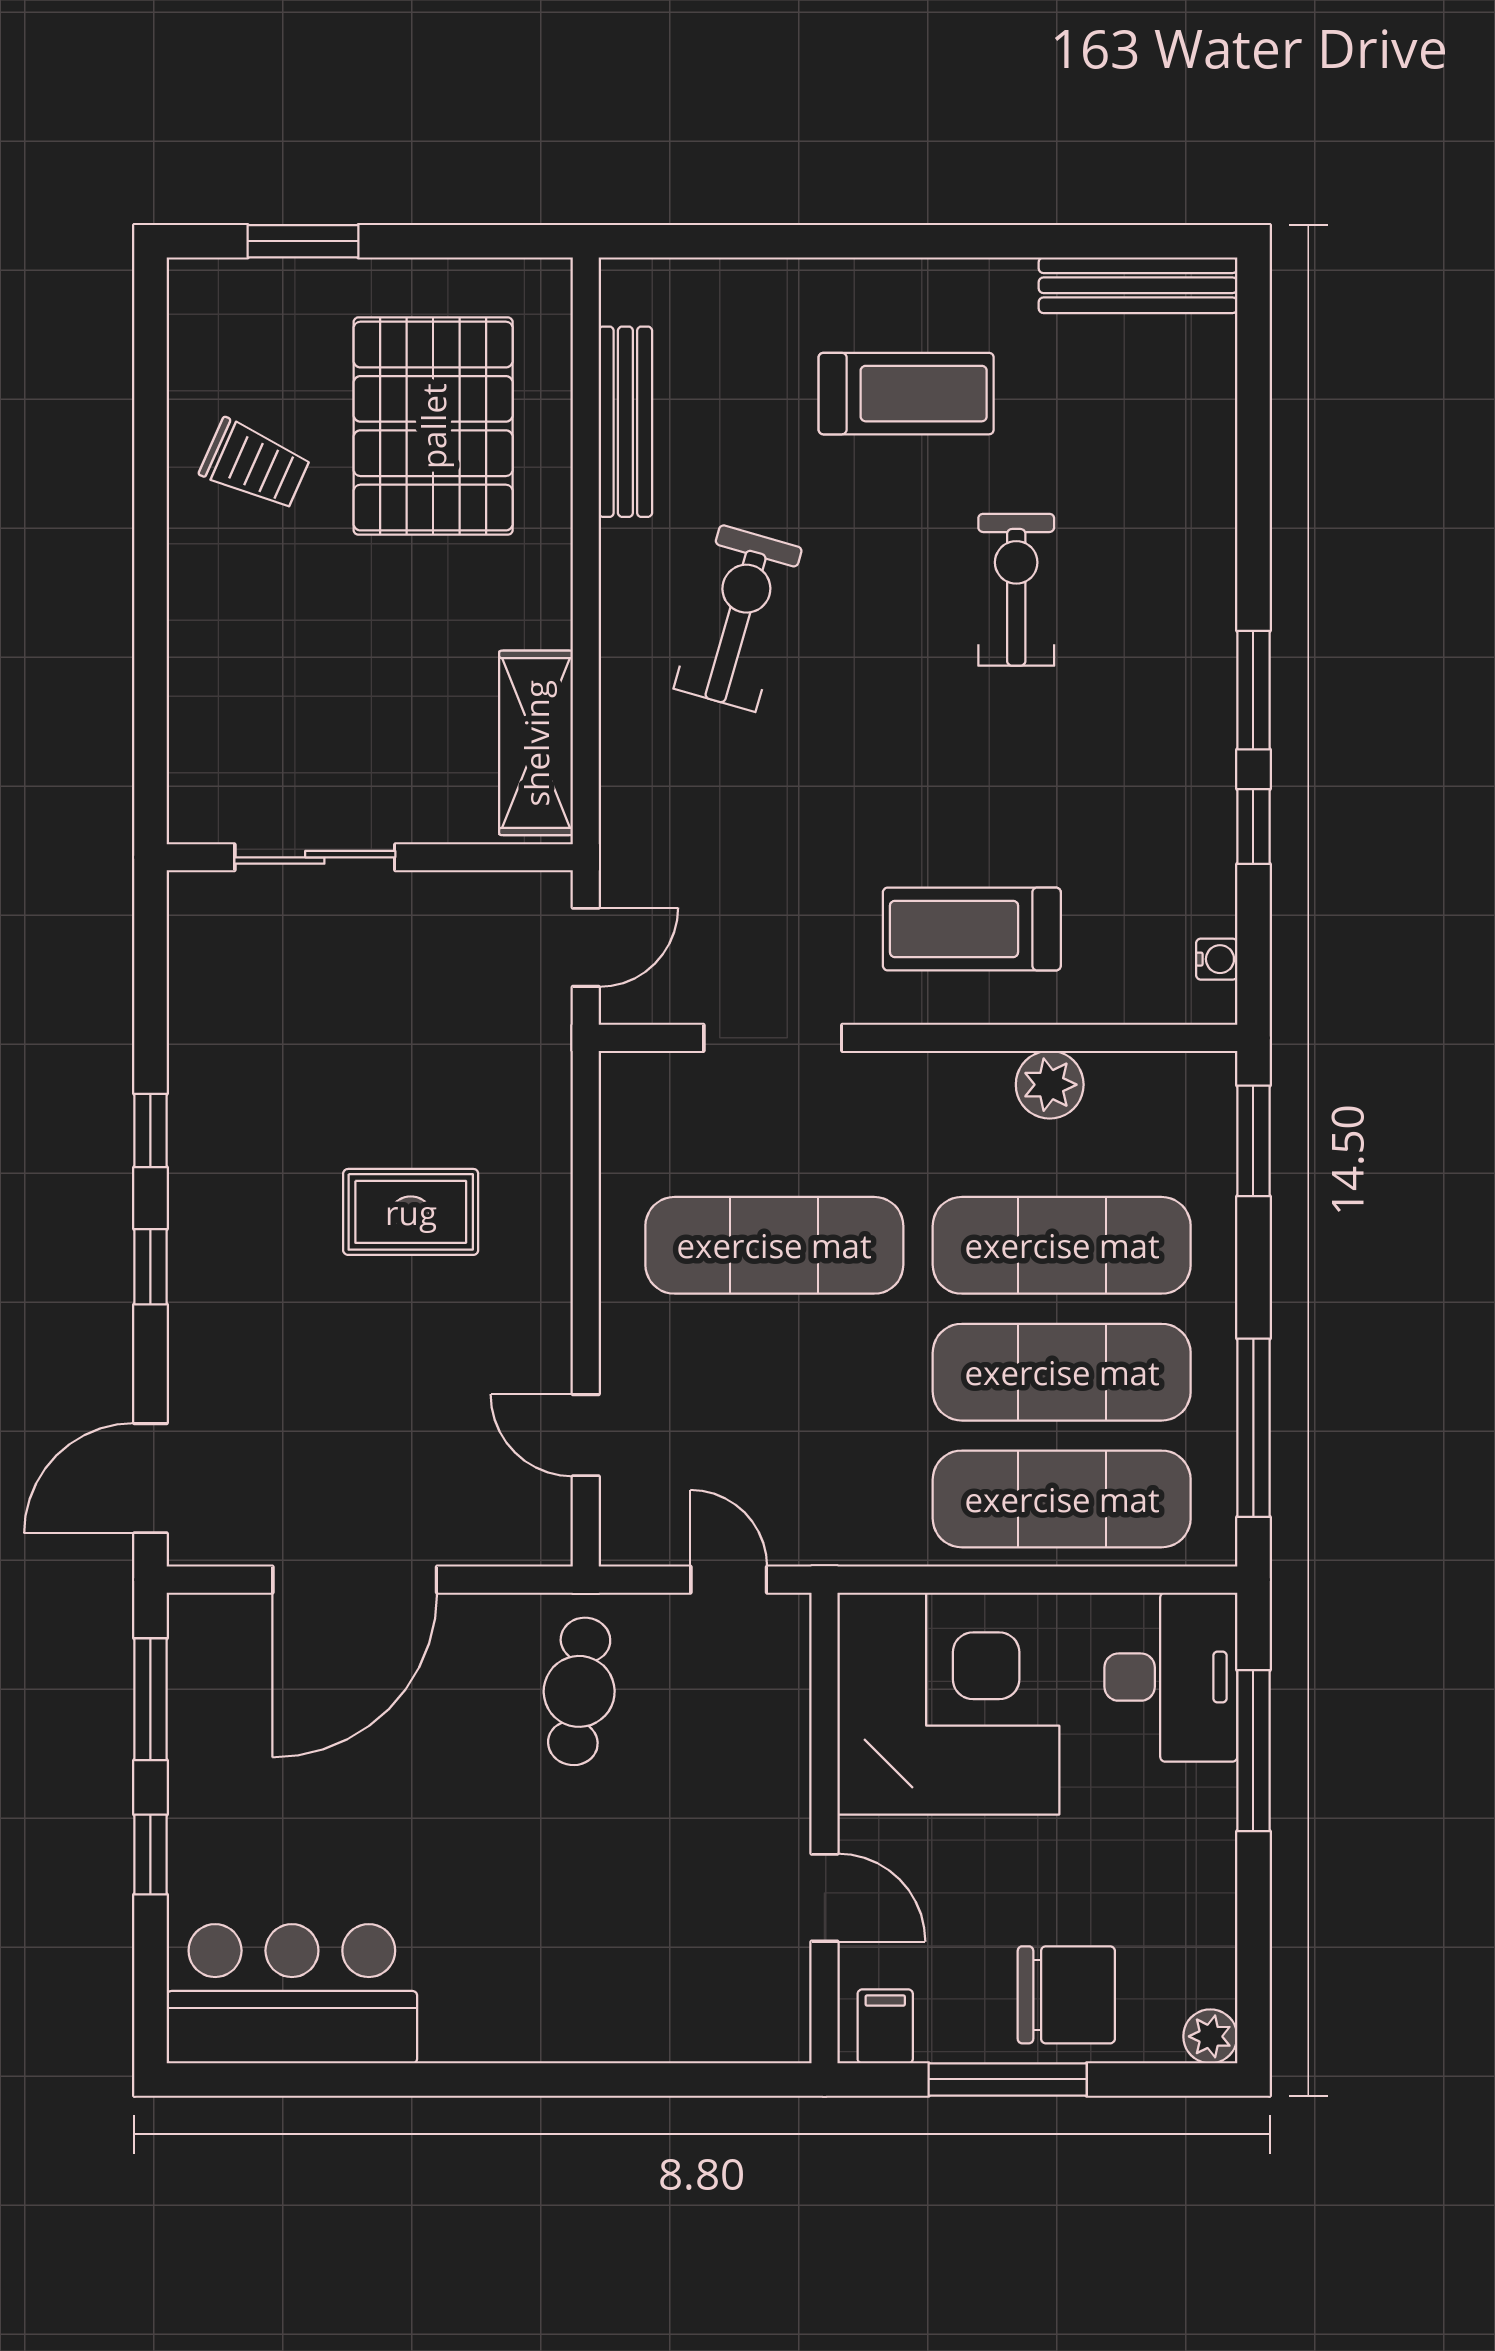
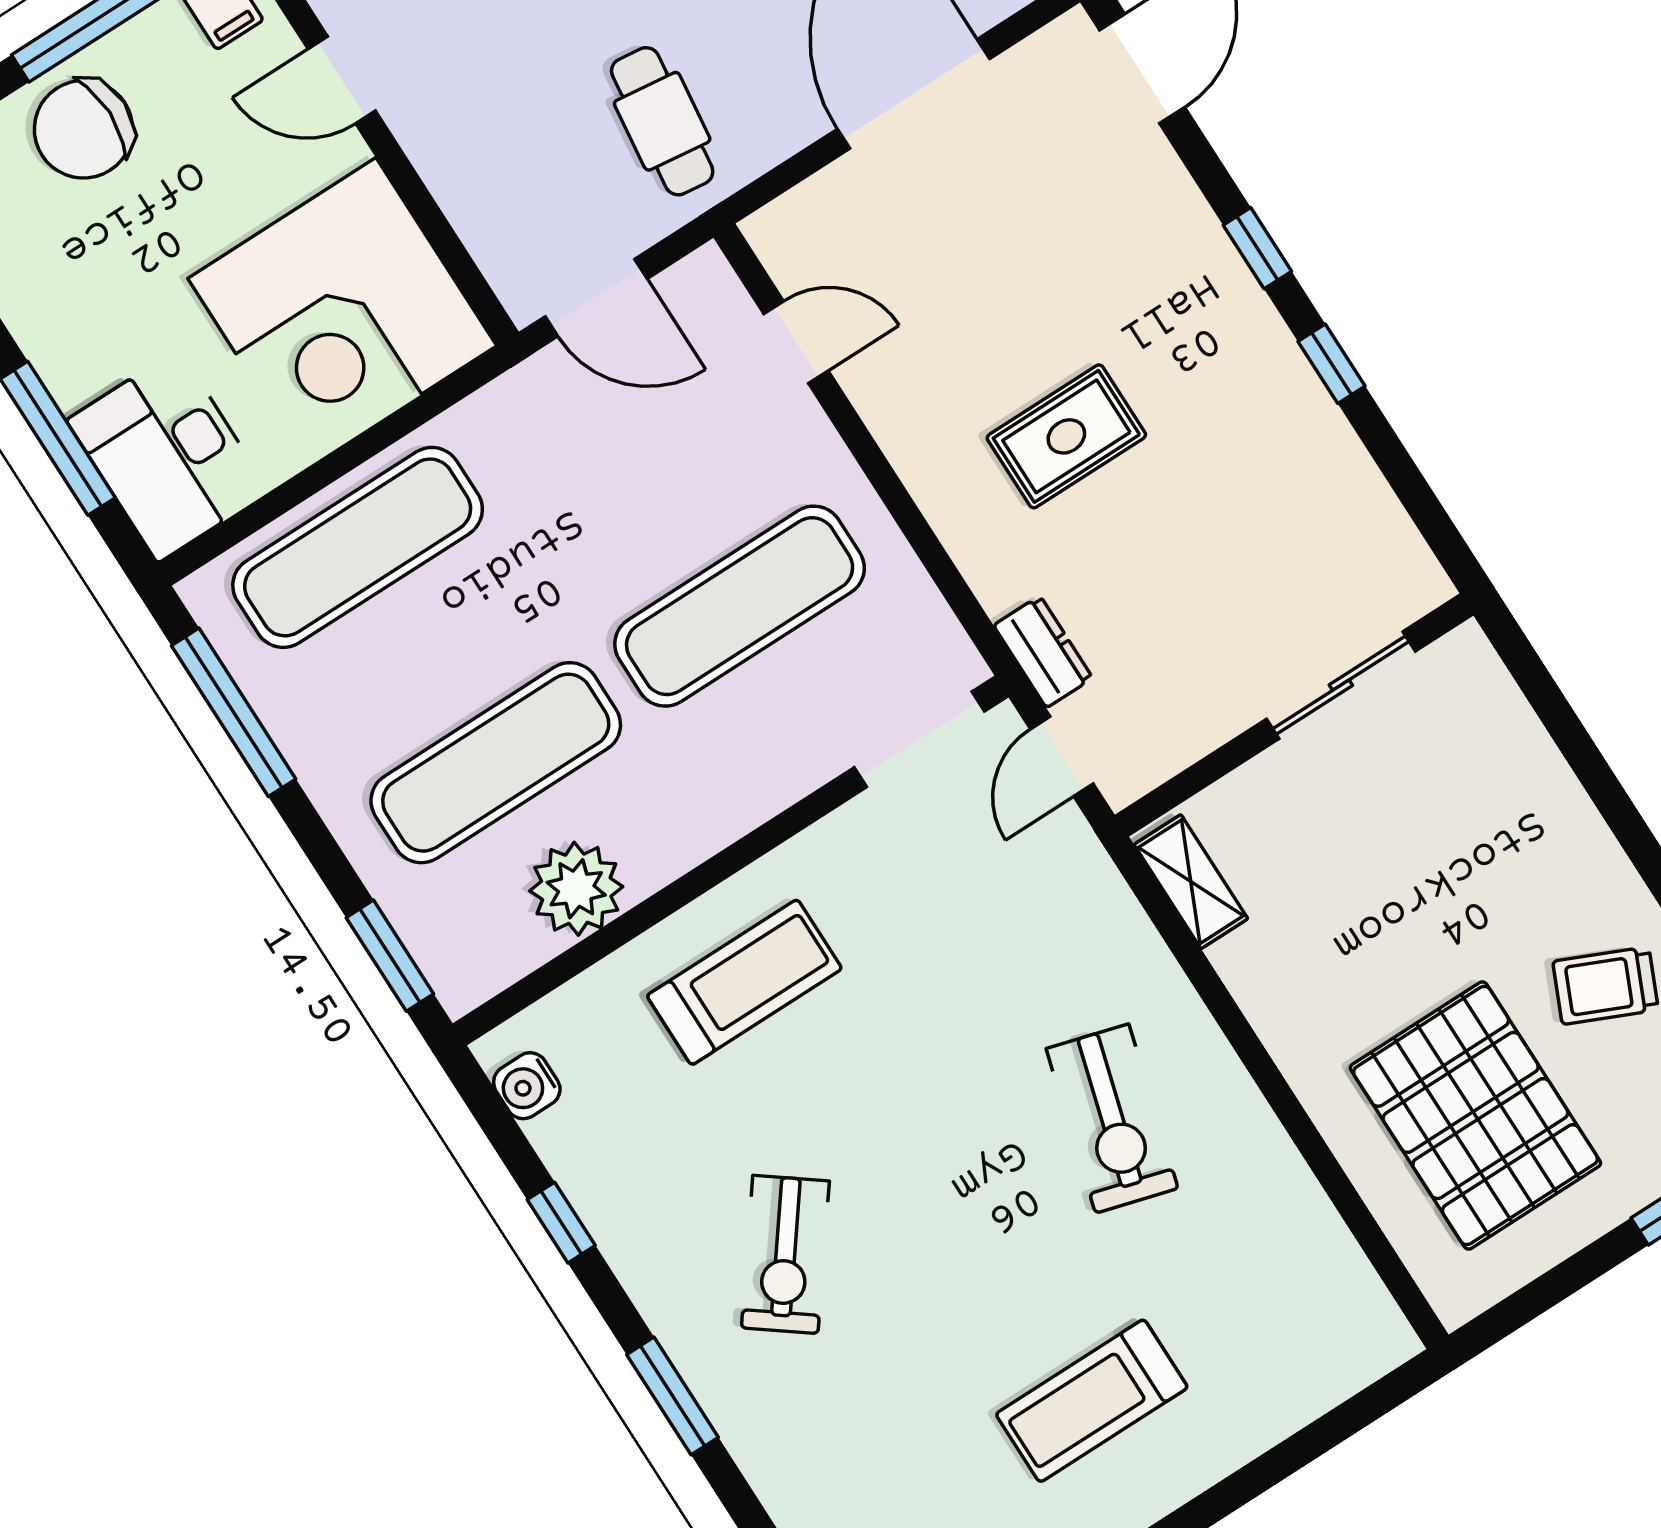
bench: (625, 422) -> (1315, 1224), removed
exercise bike: (1016, 590) -> (785, 1254), moved, turned 37
window: (1253, 690) -> (673, 1396), moved
shelving: (536, 743) -> (1191, 882), width x0.67, depth x0.75
water cooler: (1217, 959) -> (527, 1086), width x1.38, depth x1.38
doorway: (773, 1038) -> (919, 739), moved
dresser: (545, 1045) -> (1043, 652), added
plant: (1050, 1085) -> (576, 889), width x1.36, depth x1.36
exercise mat: (1062, 1372) -> (427, 655), removed
door: (729, 1580) -> (596, 298), width x1.38

